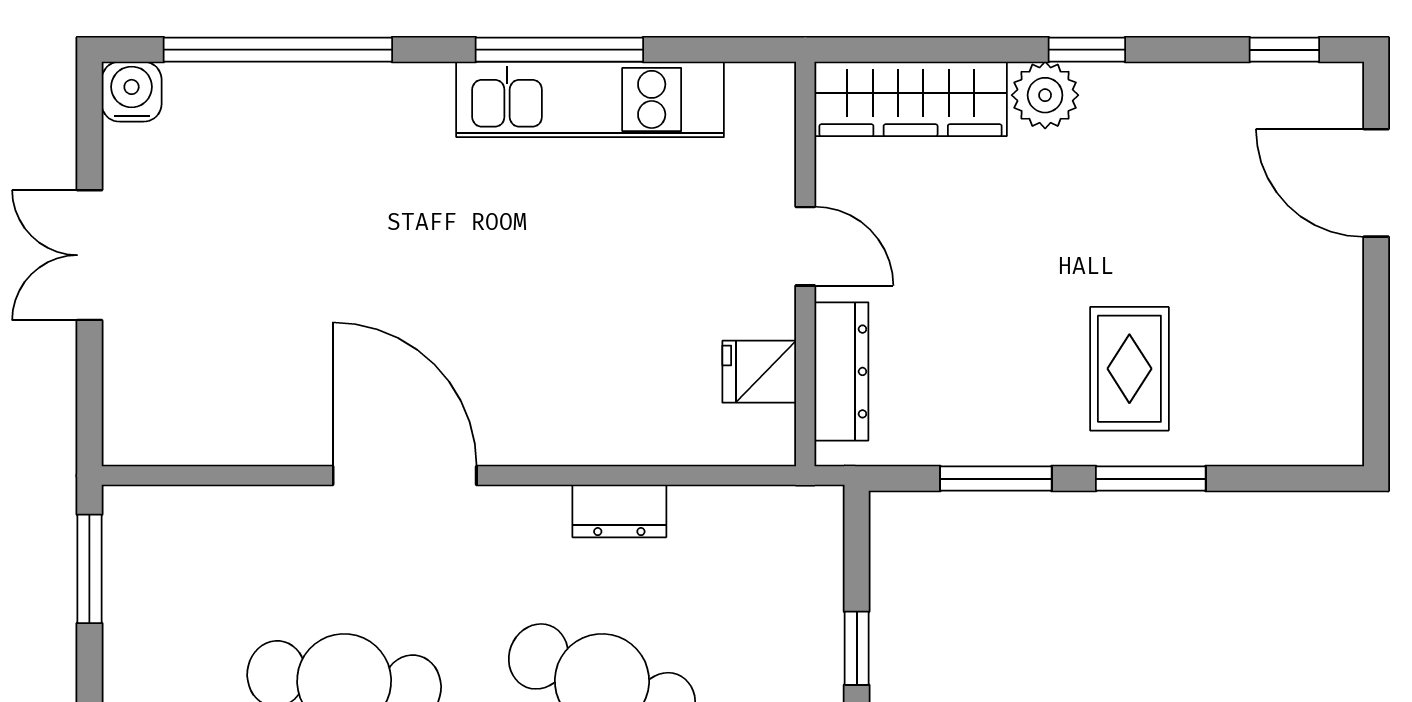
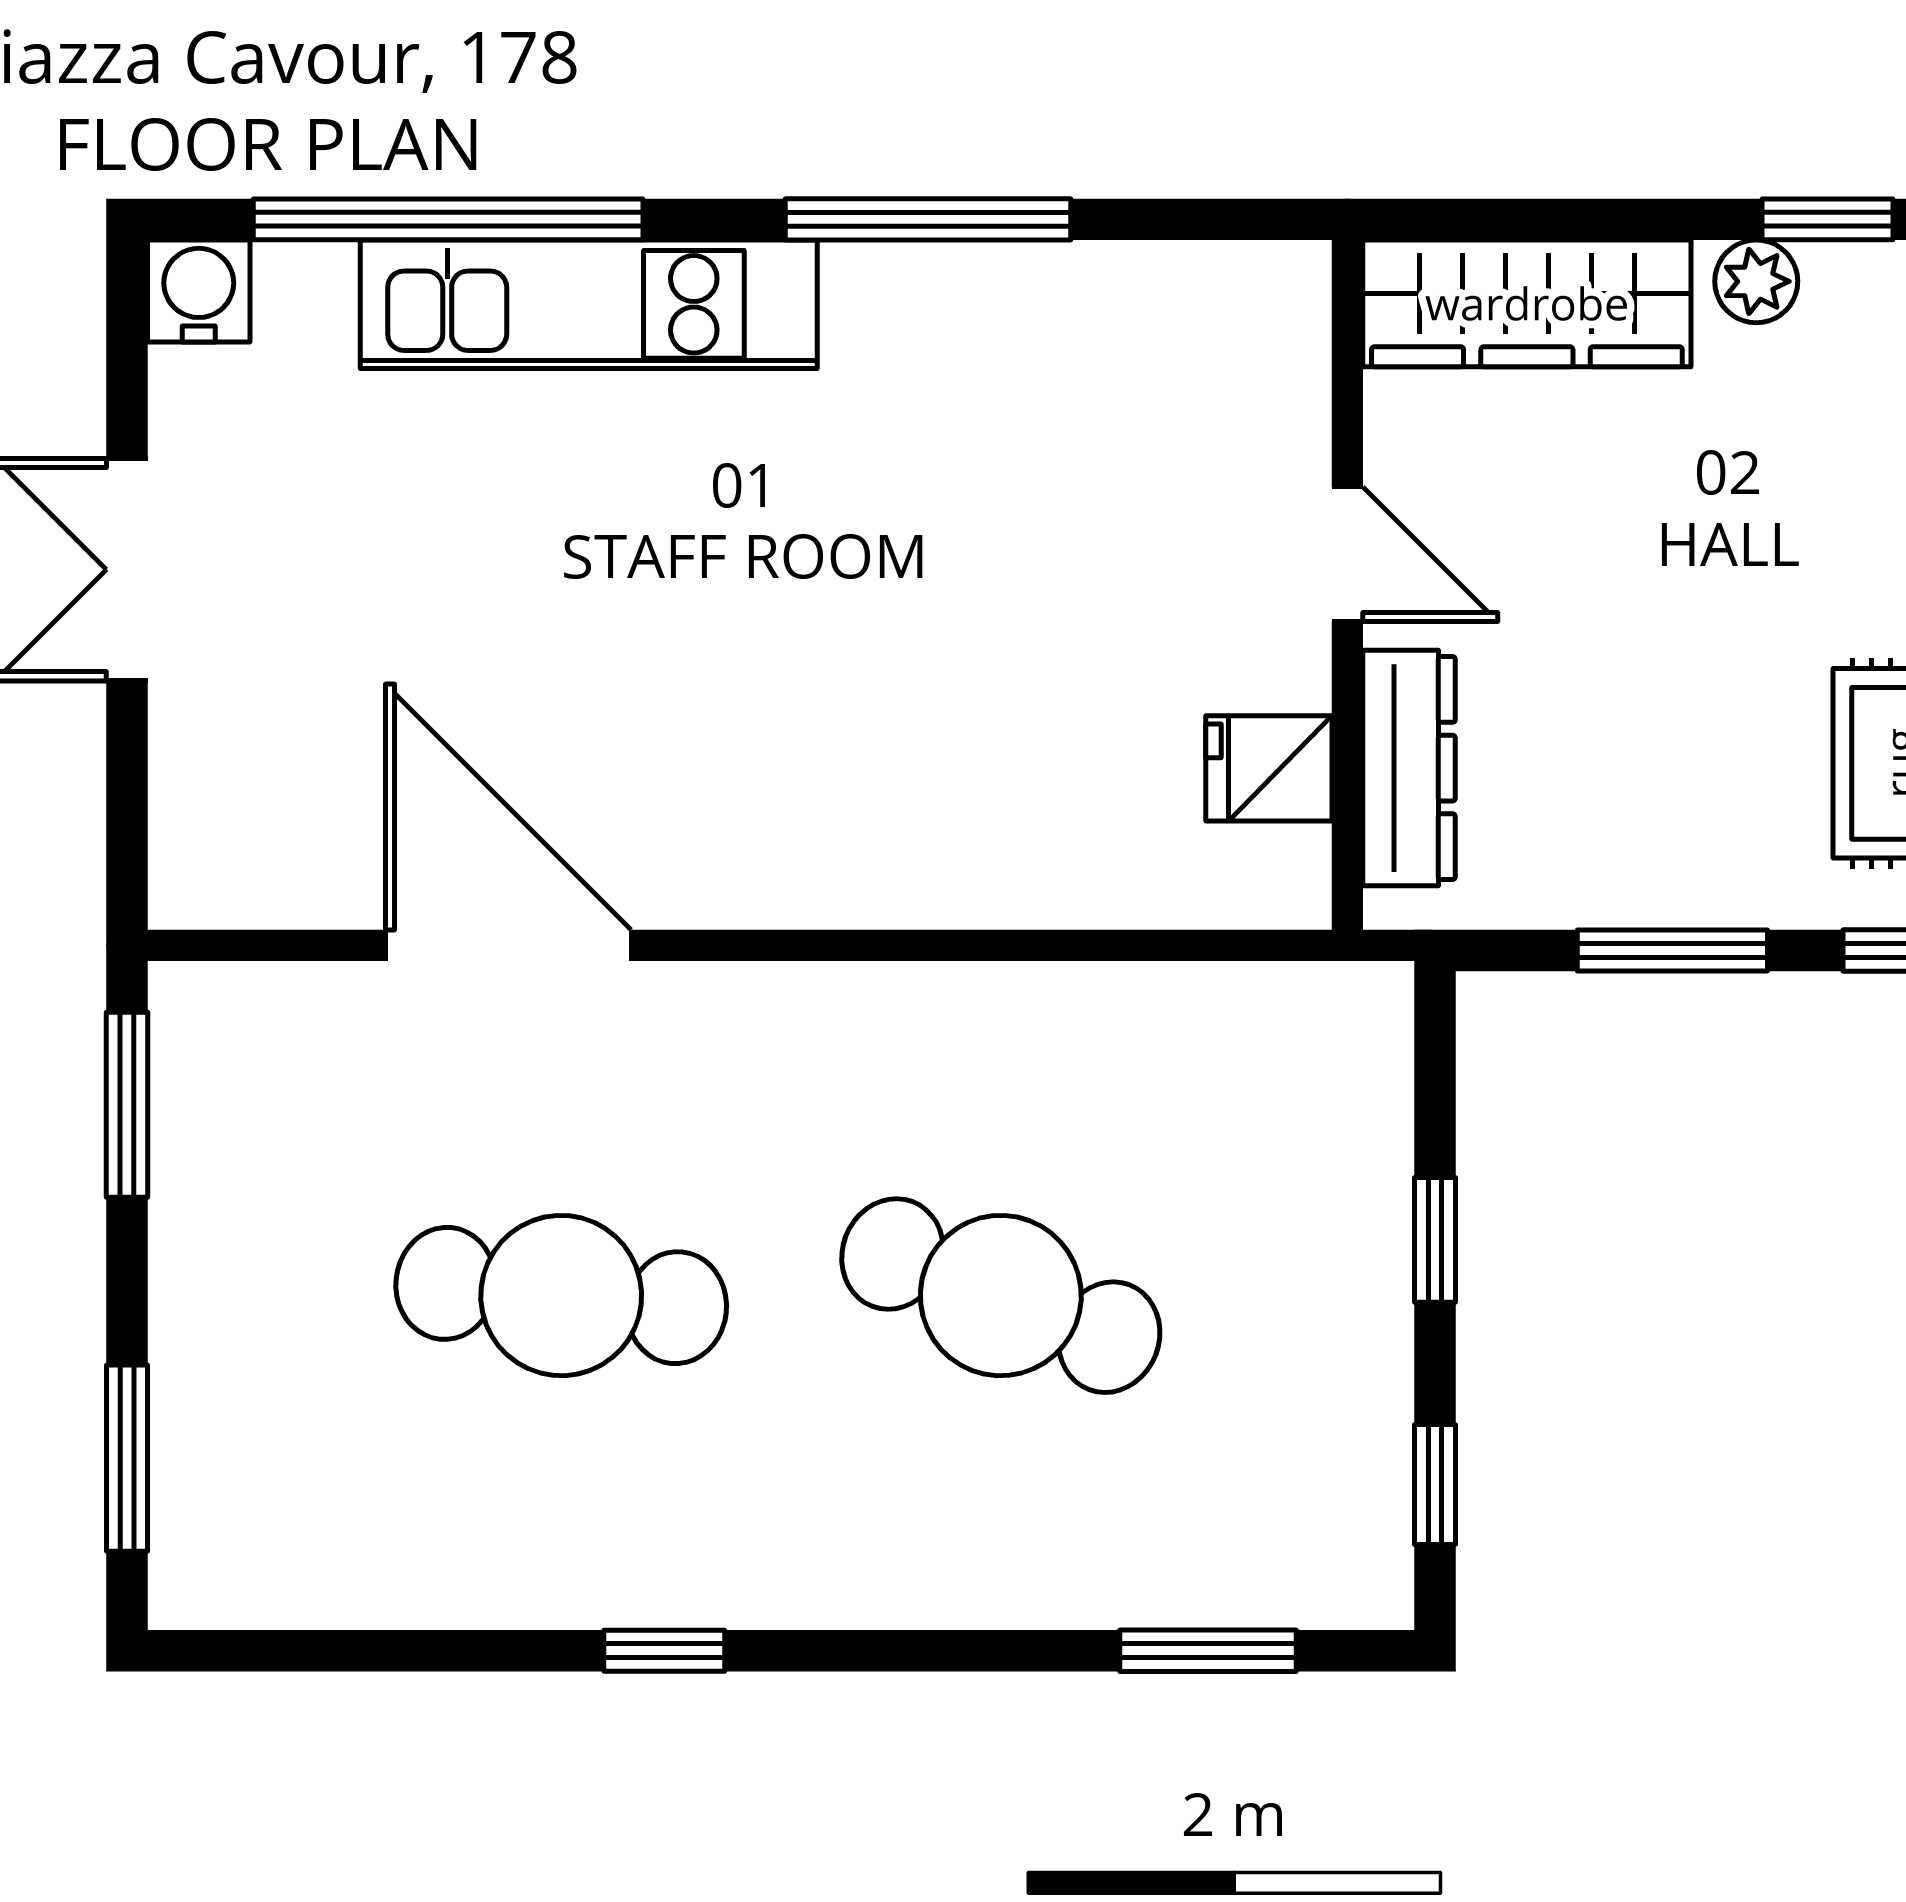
plant: (1045, 95) -> (1756, 281), width x0.73, depth x0.73
kitchen unit: (590, 99) -> (589, 304), moved
door: (405, 475) -> (508, 945), moved
dresser: (619, 511) -> (1030, 1006), removed

